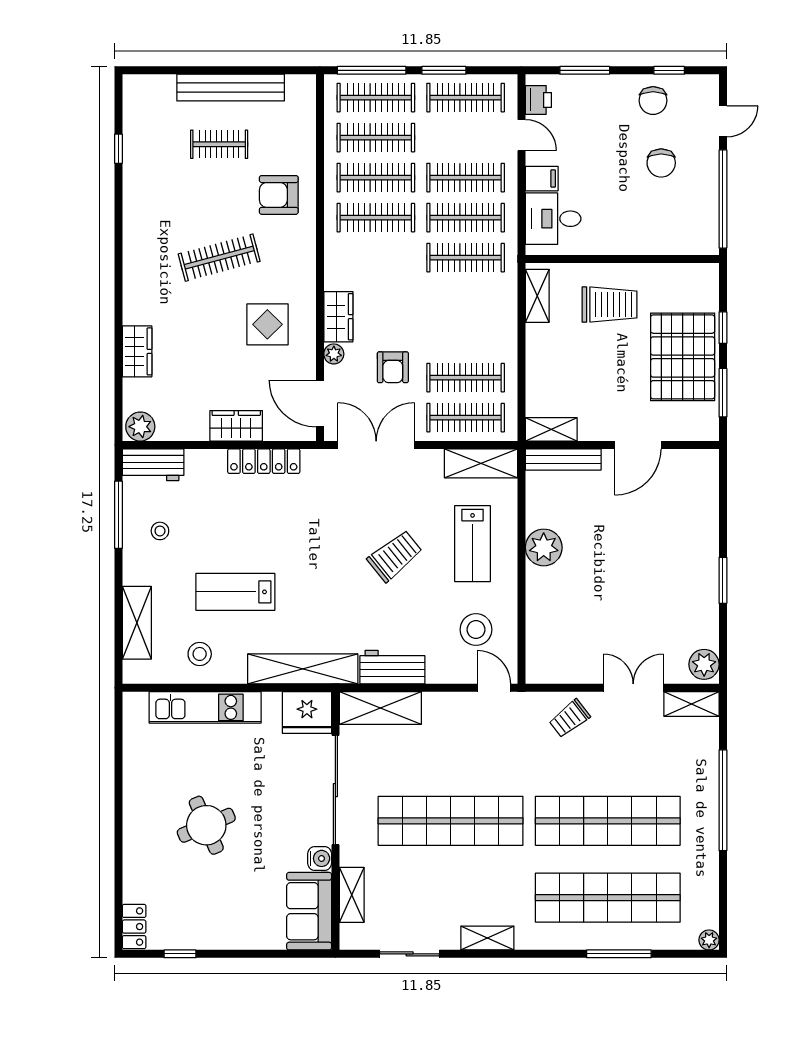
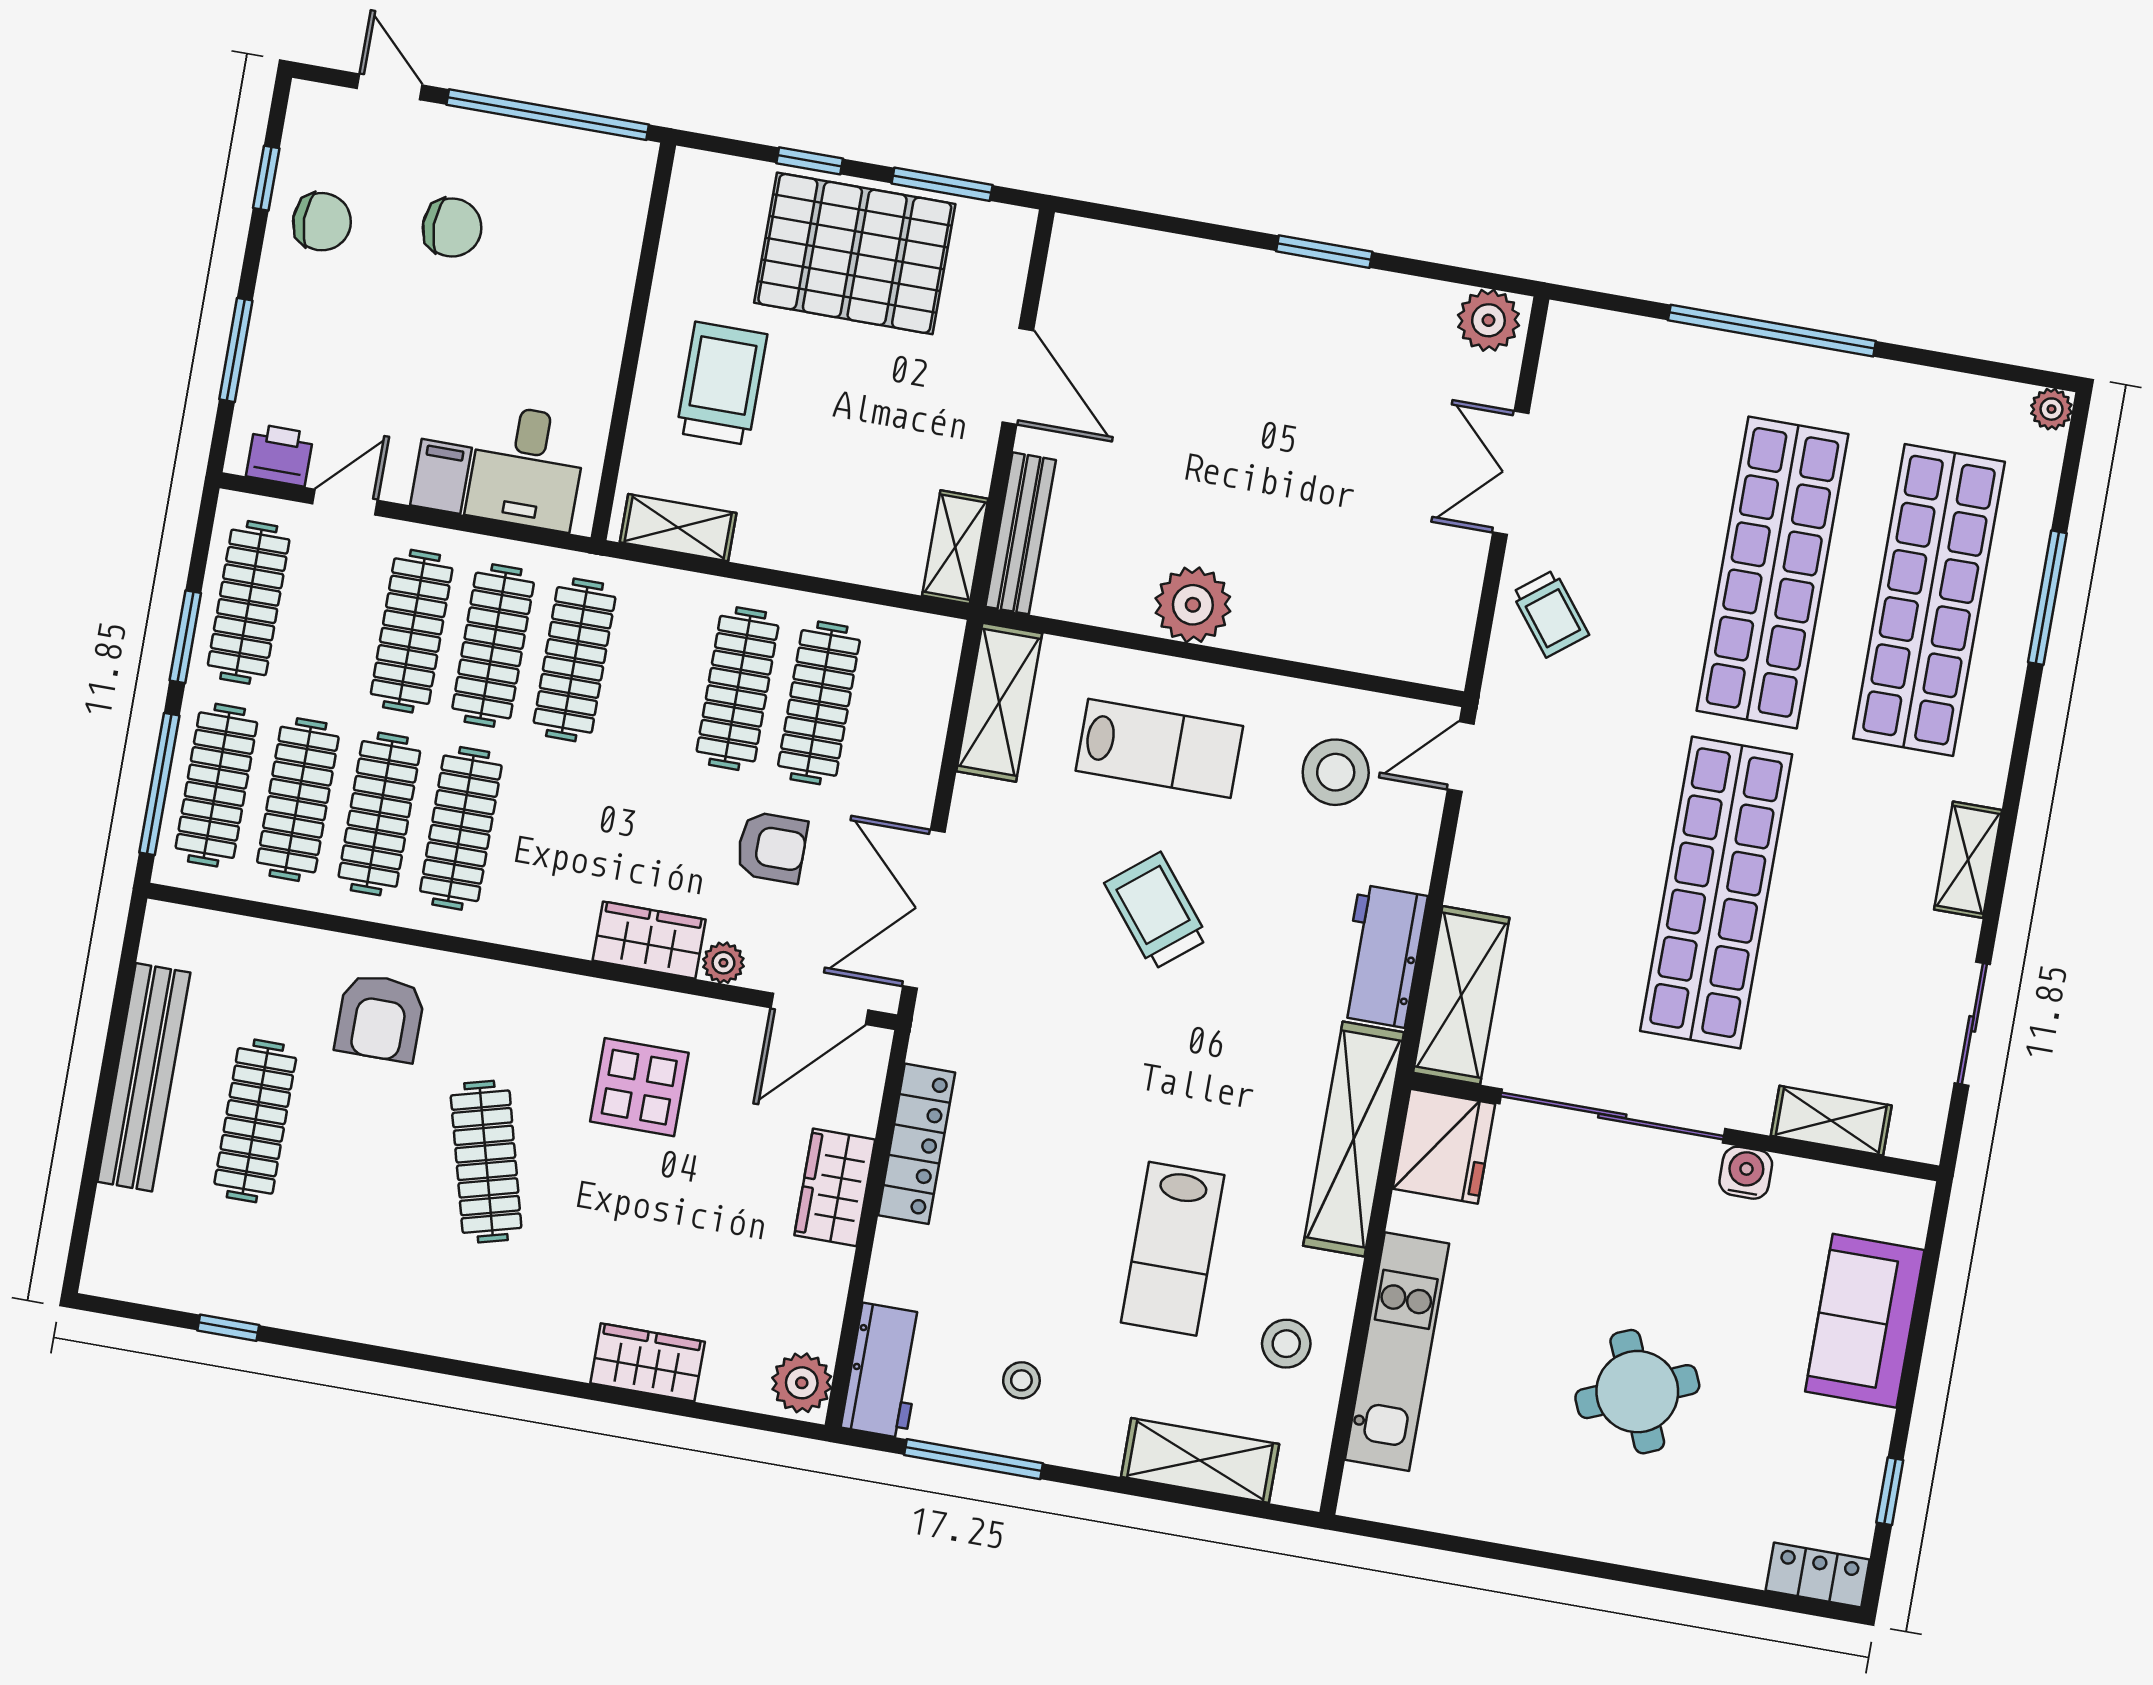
clothes rail: (219, 144) -> (255, 1121), width x1.36
clothes rail: (466, 418) -> (737, 689), moved
shelving: (691, 704) -> (1565, 360), removed
sofa: (309, 911) -> (1865, 1321), moved, turned 90

